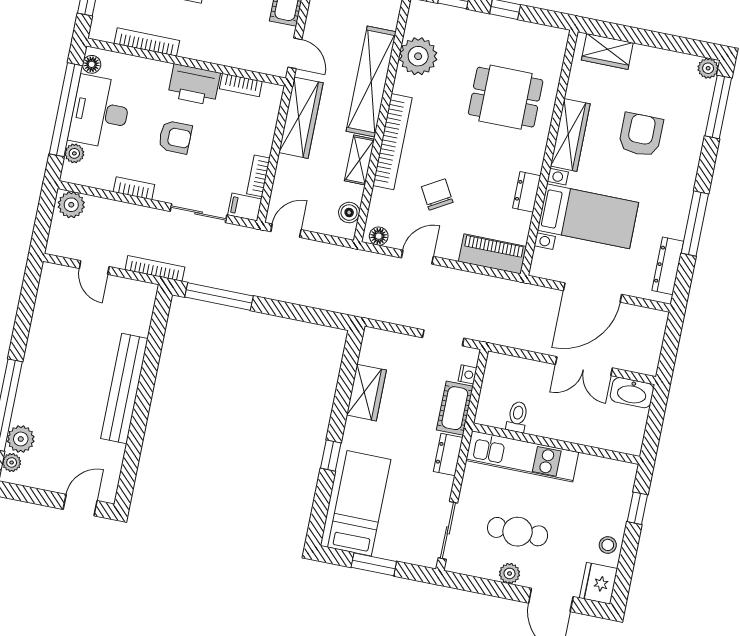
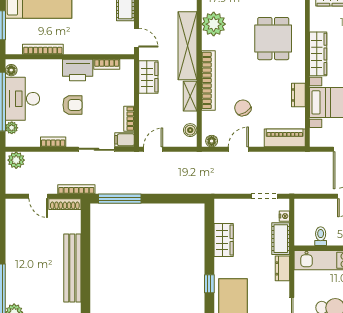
dining table: (506, 97) -> (273, 39), turned 90
wardrobe: (301, 118) -> (148, 77), width x0.67
shoe rack: (133, 288) -> (65, 204), added

